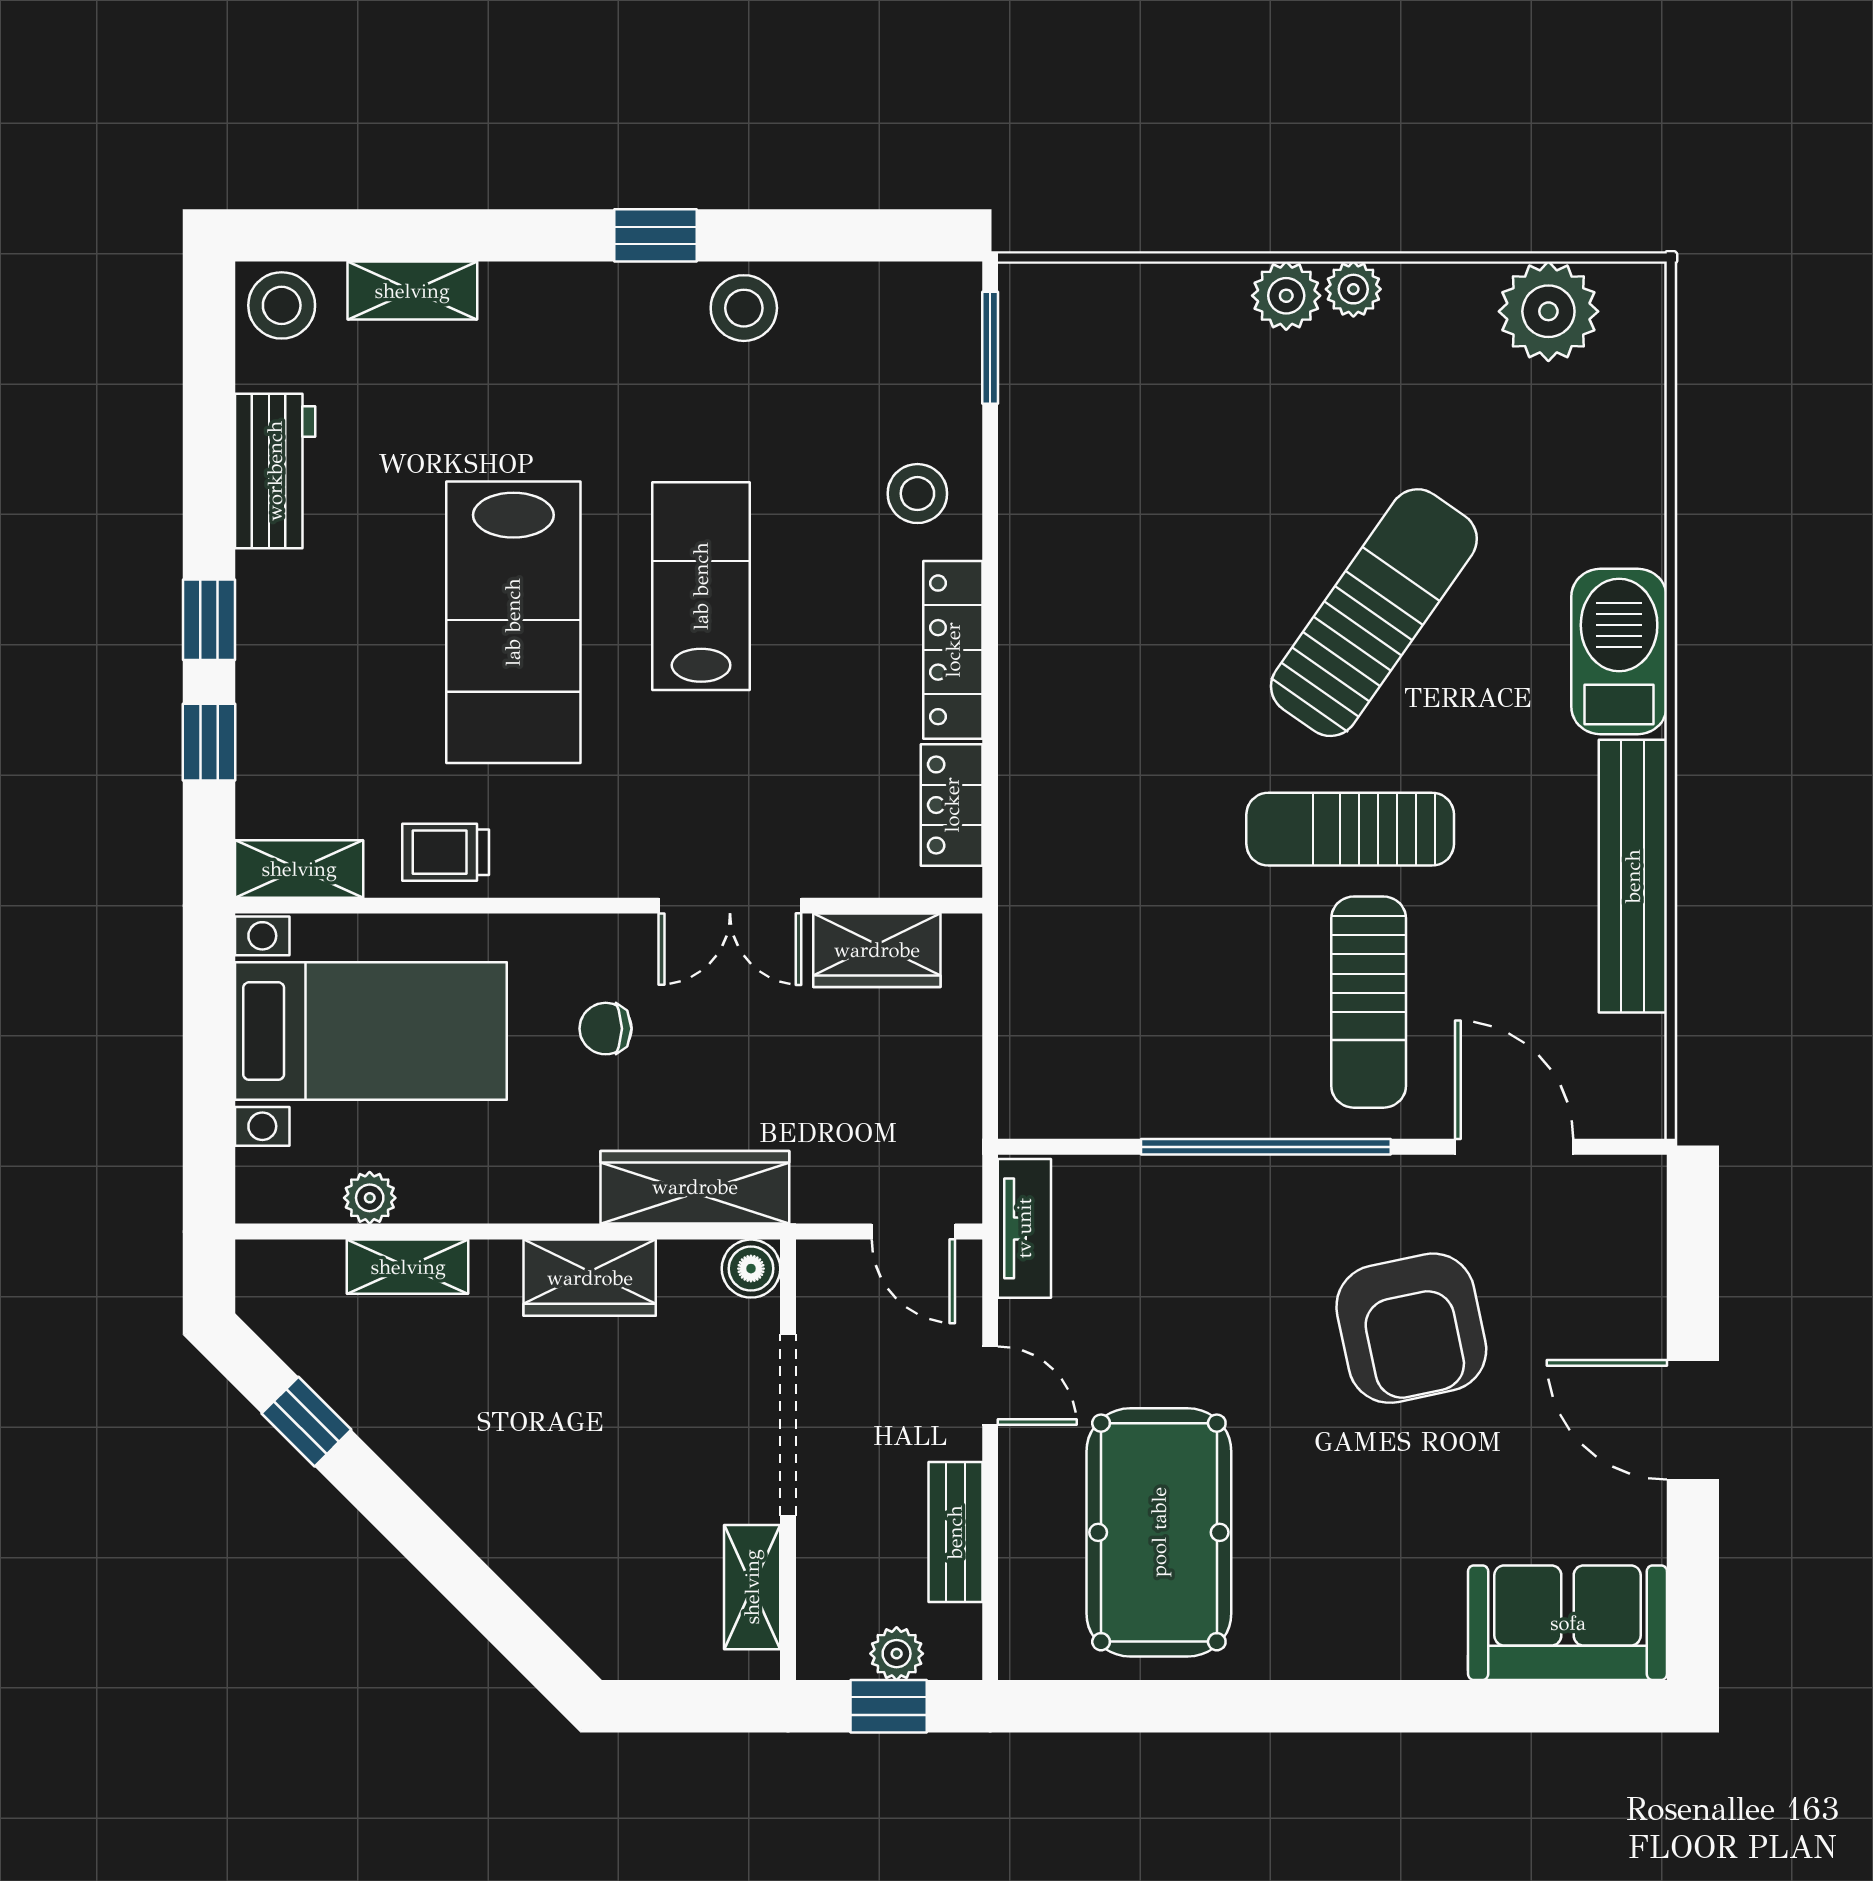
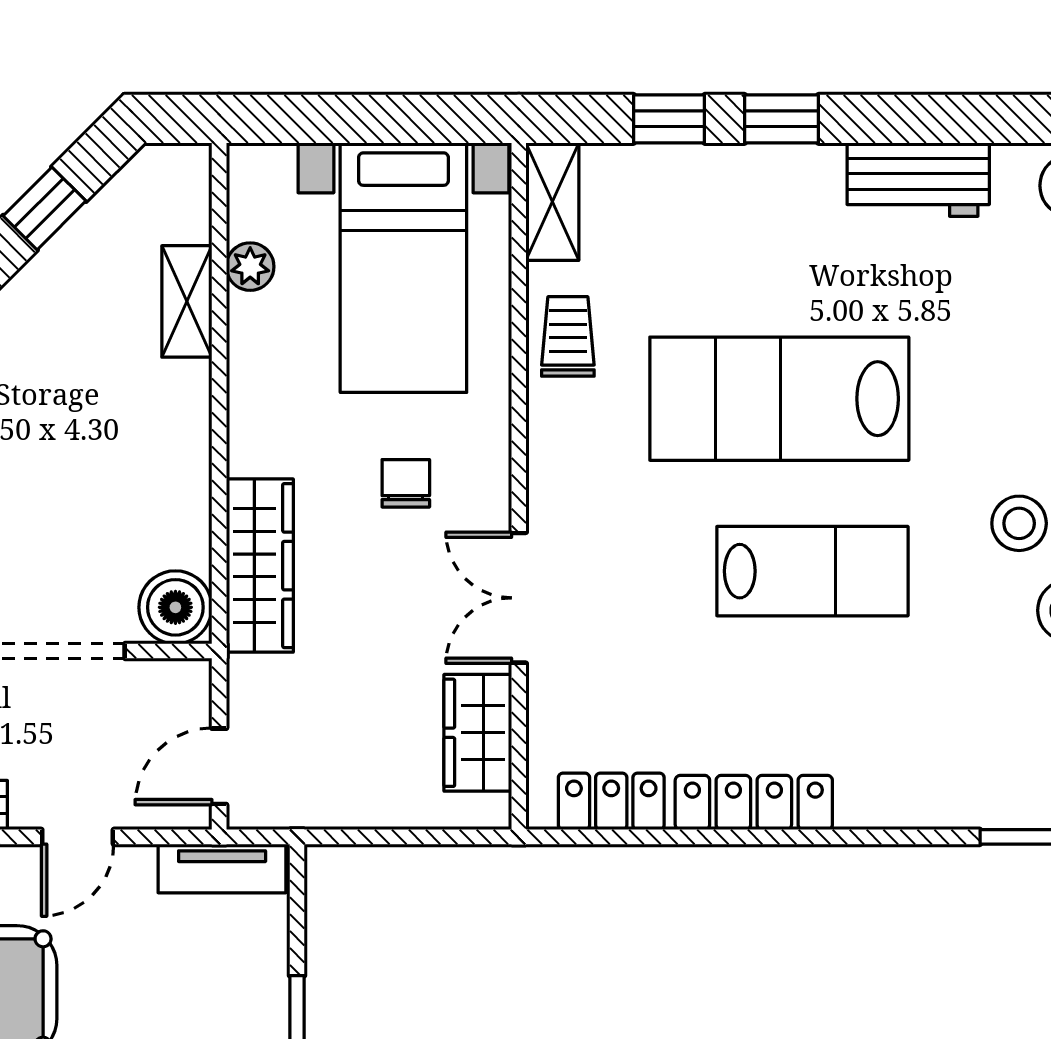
stool: (917, 494) -> (1019, 523), moved
boiler: (751, 1269) -> (175, 607), width x1.36, depth x1.36
wardrobe: (590, 1278) -> (177, 469), removed

